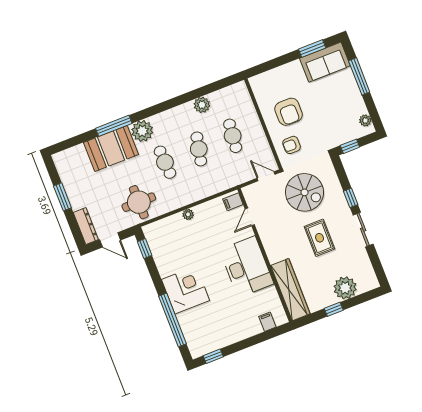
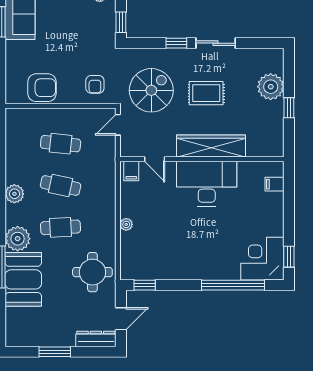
plant: (202, 105) -> (14, 194), moved
armchair: (289, 112) -> (42, 88), moved
corner desk: (186, 290) -> (262, 259), moved
wardrobe: (290, 290) -> (211, 146), moved

